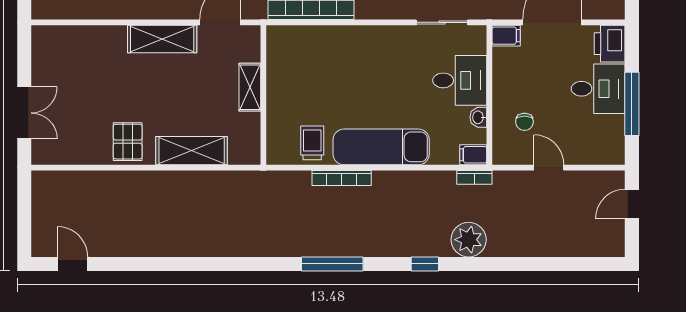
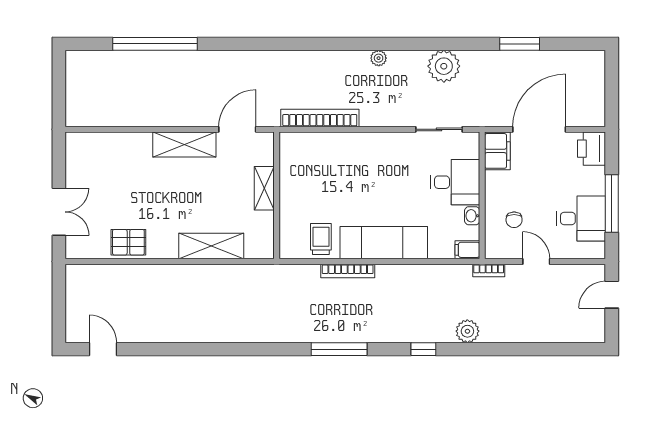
filing cabinet: (506, 36) -> (497, 151), width x2.00
desk: (598, 89) -> (581, 219), moved
pallet: (128, 142) -> (128, 242), moved, turned 90
bookcase: (474, 177) -> (489, 270), moved
plant: (469, 240) -> (467, 331), width x0.73, depth x0.73

